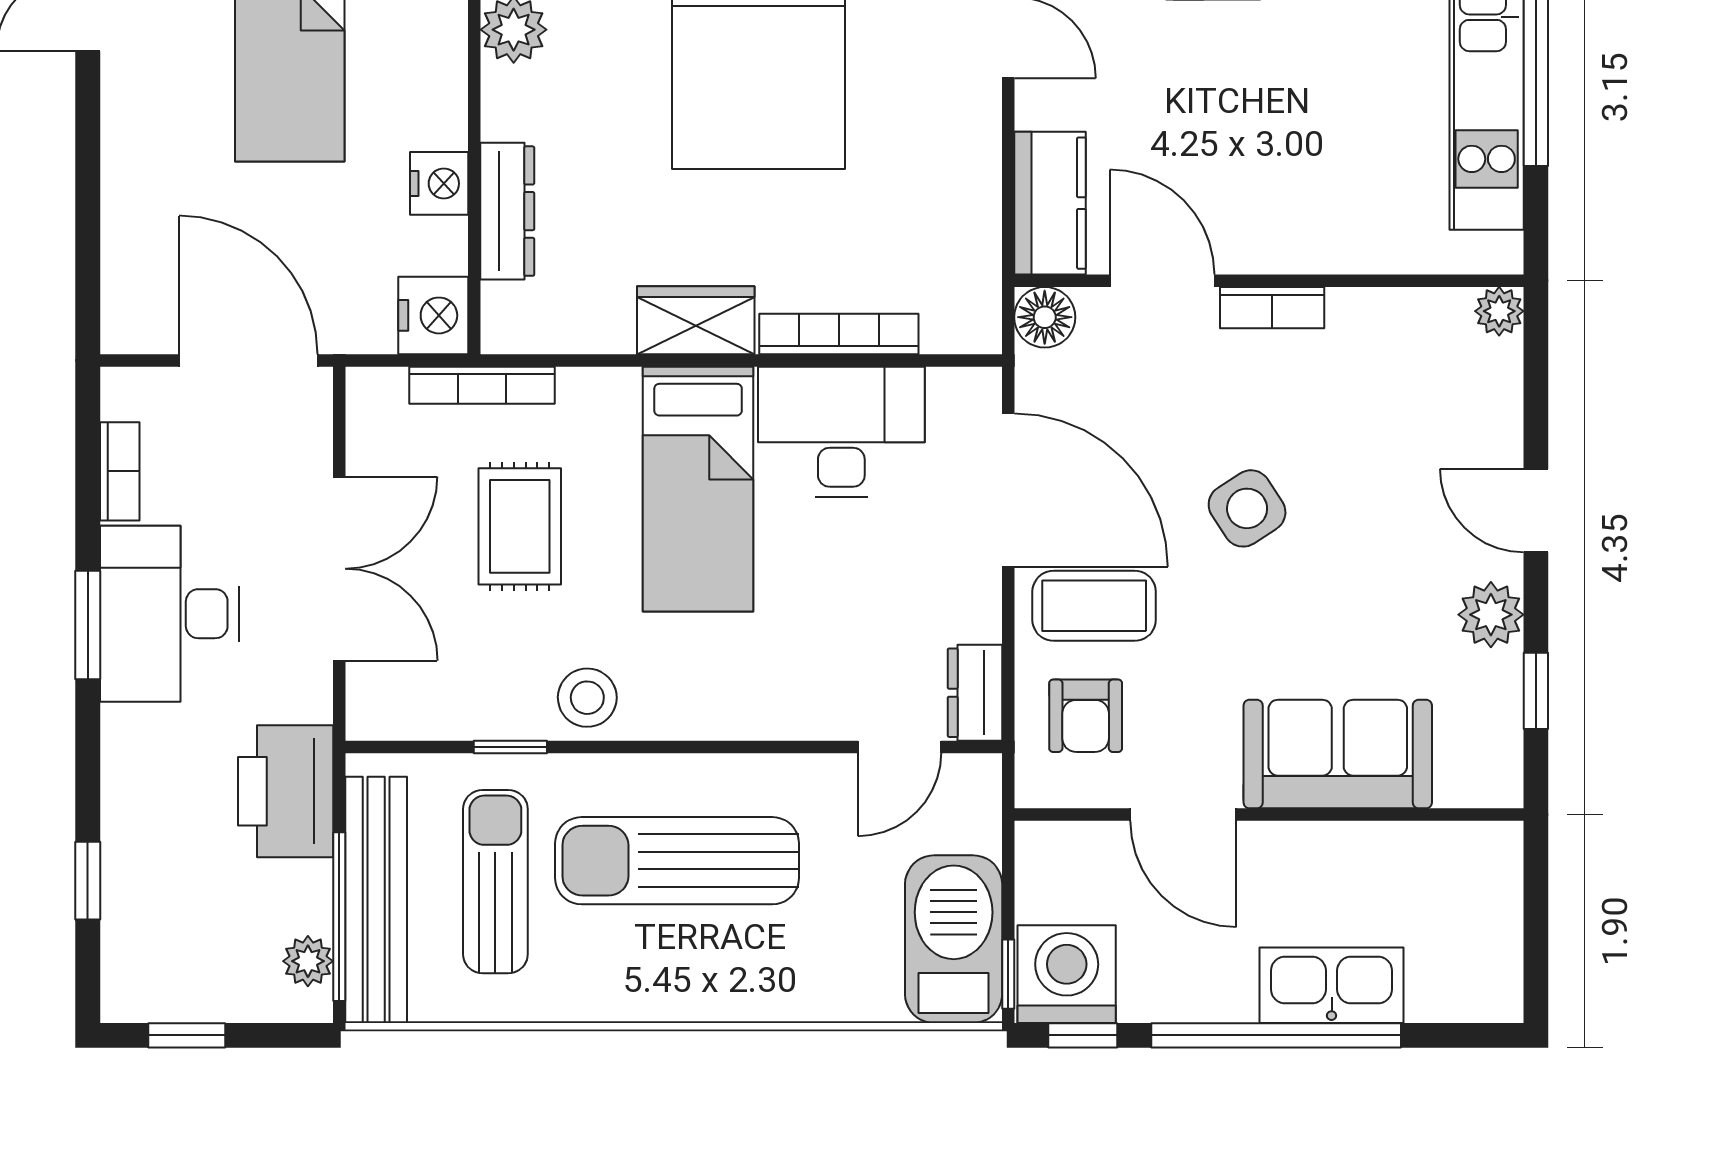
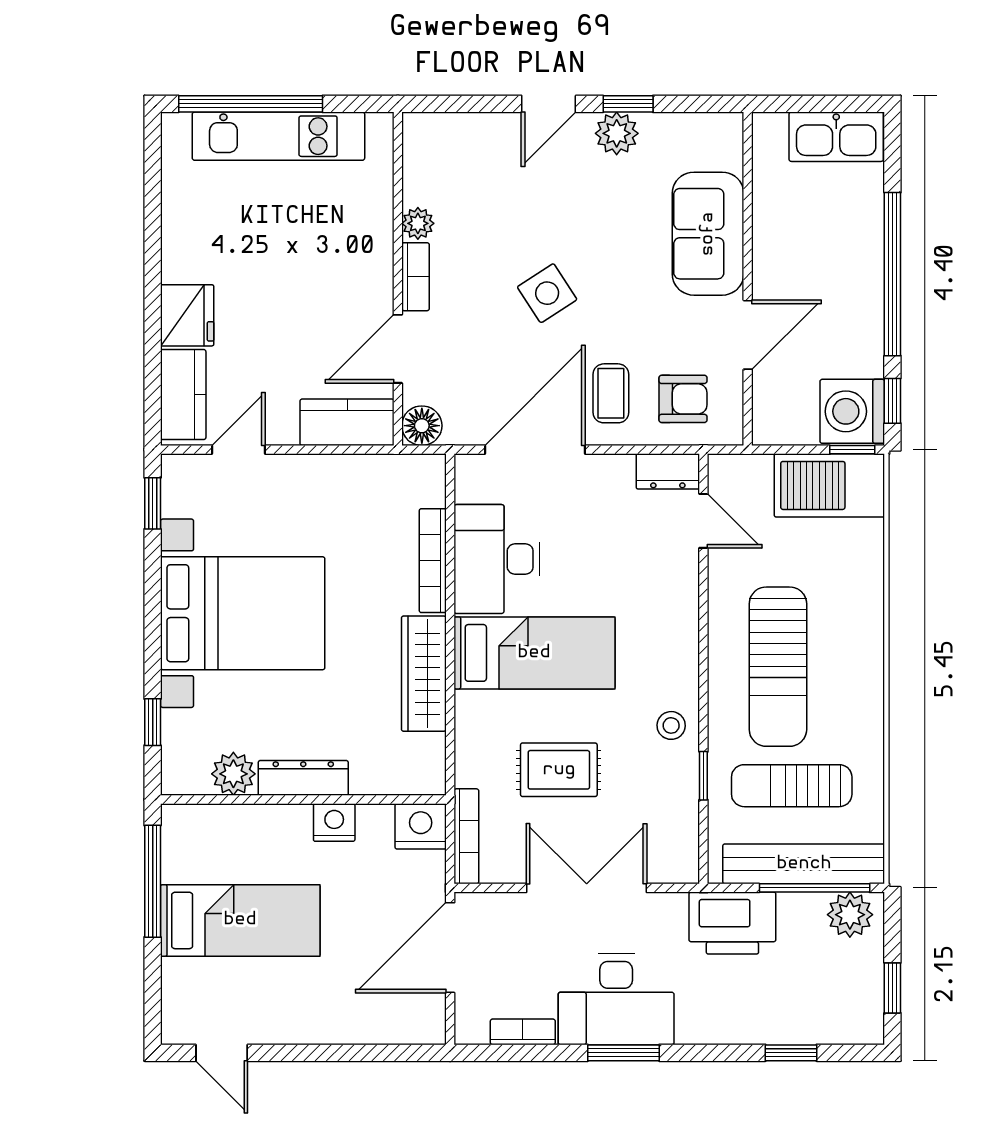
dresser: (507, 211) -> (303, 778), moved
plant: (1499, 311) -> (418, 223), moved
wardrobe: (696, 320) -> (424, 674), width x1.50
bookcase: (482, 385) -> (466, 836), moved
coffee table: (1094, 606) -> (611, 393), width x0.73, depth x0.77
window: (1536, 691) -> (628, 104), moved
stool: (587, 698) -> (671, 725), width x0.73, depth x0.73
plant: (308, 961) -> (850, 915), width x1.38, depth x1.38
kitchen sink: (1332, 985) -> (836, 137), moved, turned -90

